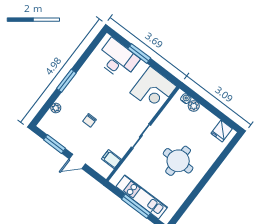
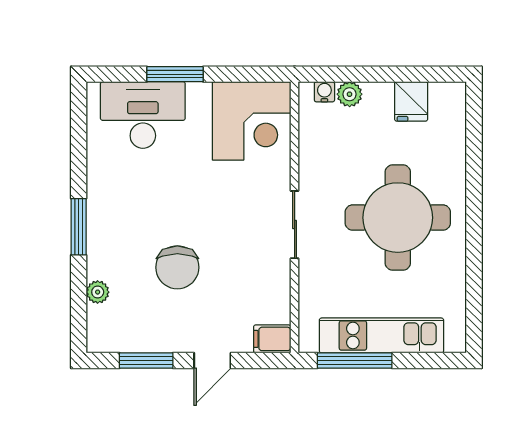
chair: (90, 120) -> (177, 267), width x1.87, depth x1.87
fridge: (222, 131) -> (411, 101), moved
filing cabinet: (111, 159) -> (272, 339), moved
round table: (178, 161) -> (398, 218), width x1.36, depth x1.36
window: (136, 206) -> (355, 361), moved

